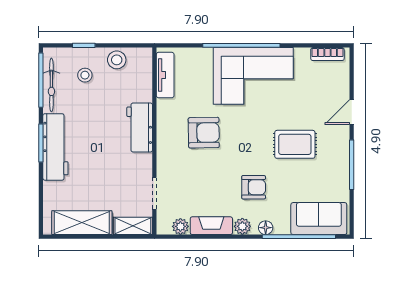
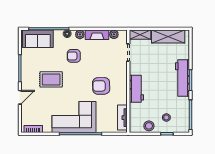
bicycle: (51, 85) -> (185, 112), removed

